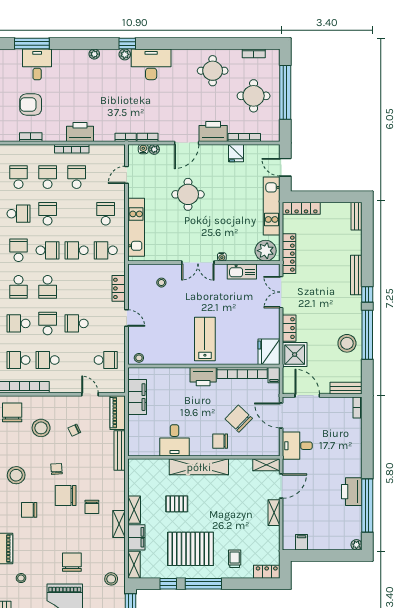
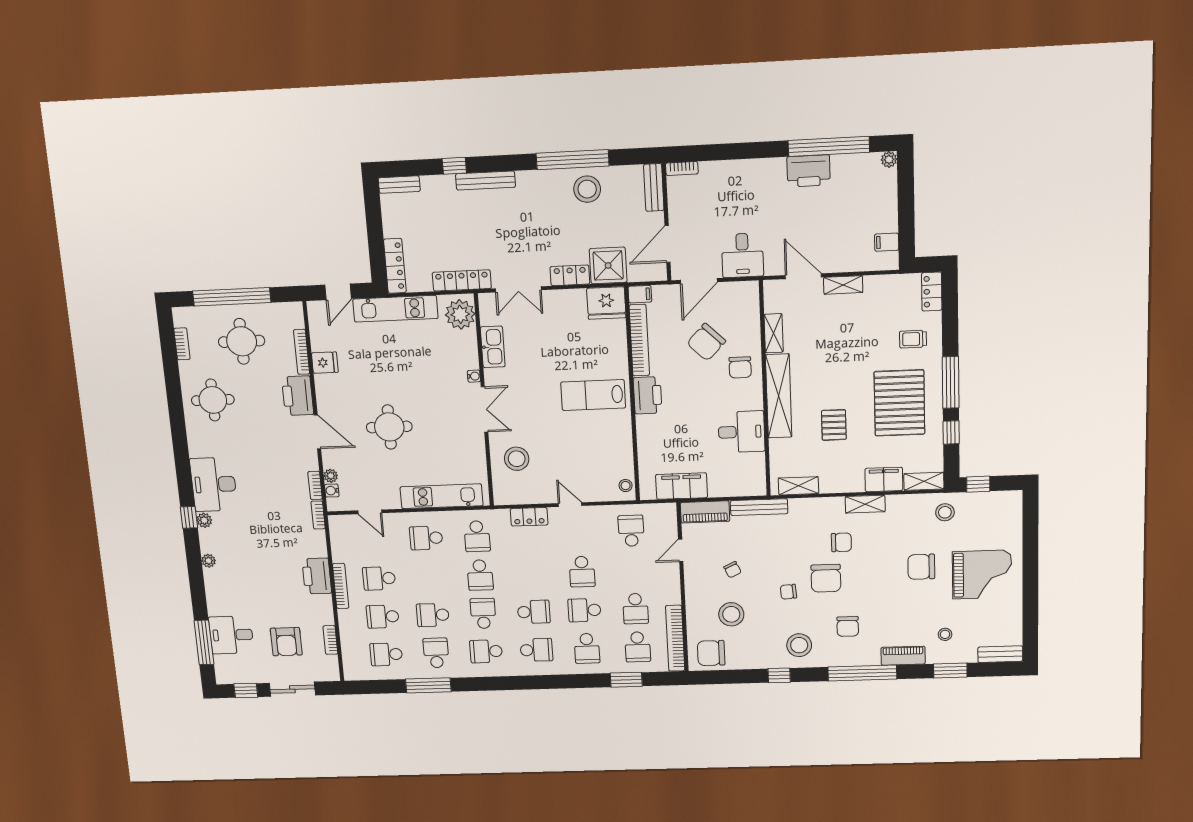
stool: (161, 283) -> (517, 459), width x1.89, depth x1.89
window: (367, 294) -> (454, 166), moved
door: (127, 318) -> (570, 505), hinge flipped
shelving: (266, 465) -> (774, 333), moved
shelving: (134, 510) -> (798, 486), moved

